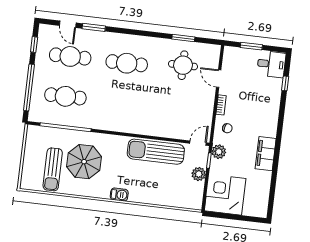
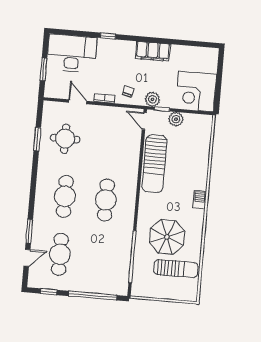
desk: (271, 64) -> (72, 53), width x1.87, depth x1.30
door: (219, 79) -> (78, 102), swing flipped
window: (285, 83) -> (108, 36), moved
cafe table: (65, 96) -> (106, 200), moved

